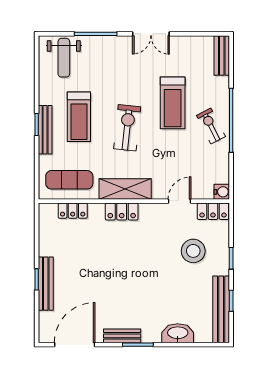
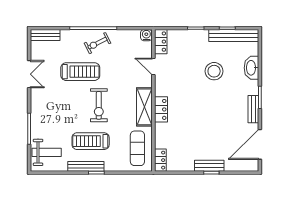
double door: (151, 34) -> (29, 74), moved
treadmill: (79, 117) -> (91, 141), turned 180
exercise bike: (127, 128) -> (99, 105), turned -96
bench: (45, 130) -> (86, 166), moved
locker: (73, 211) -> (160, 160), moved
stool: (193, 251) -> (214, 71), moved
bench: (46, 284) -> (209, 166), width x0.73
door: (75, 345) -> (260, 144), hinge flipped

